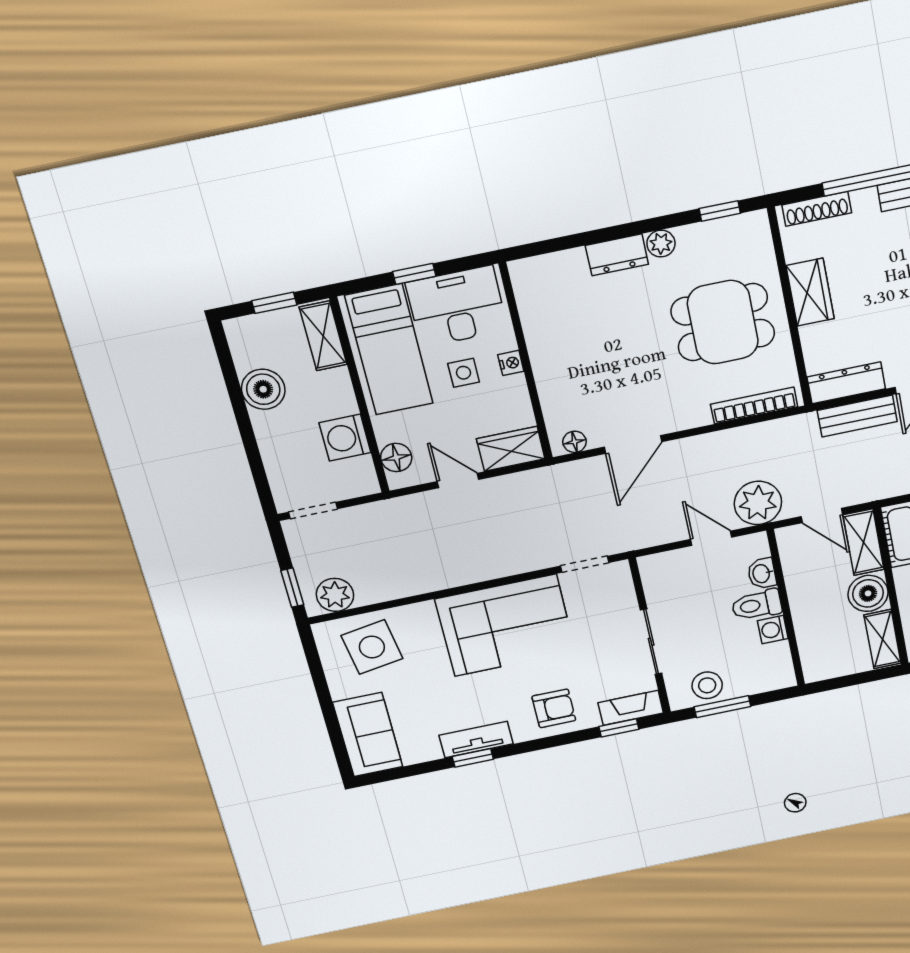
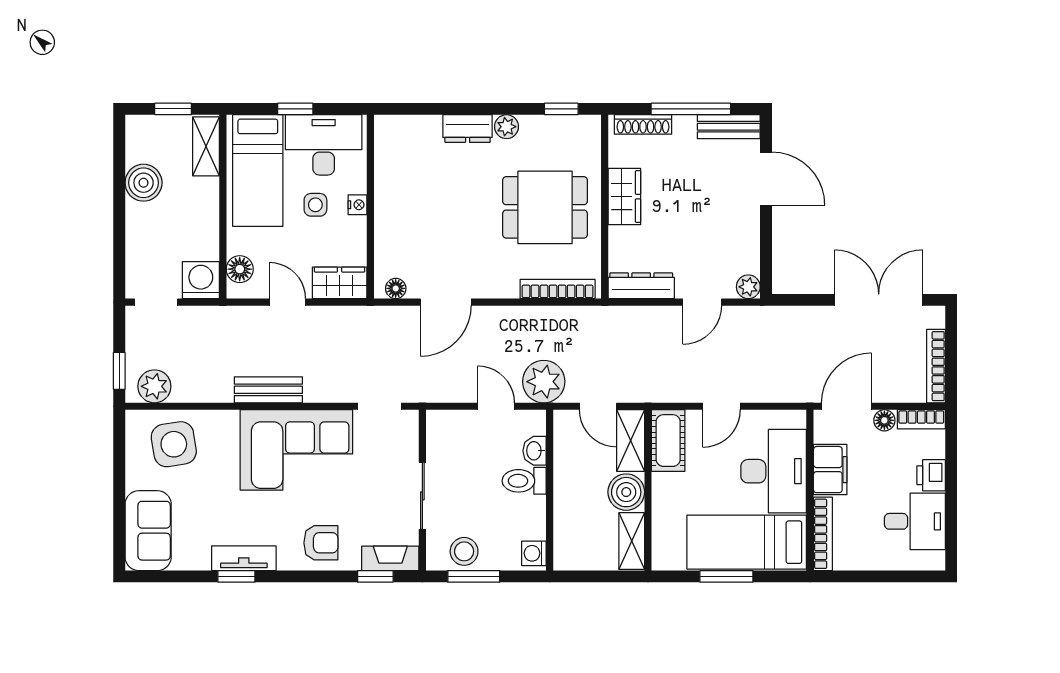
bench: (857, 416) -> (268, 390), moved
washing machine: (345, 438) -> (201, 280), moved, turned 90
washing machine: (773, 630) -> (534, 553), moved

